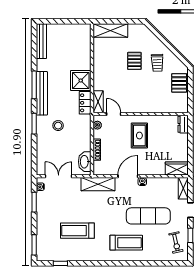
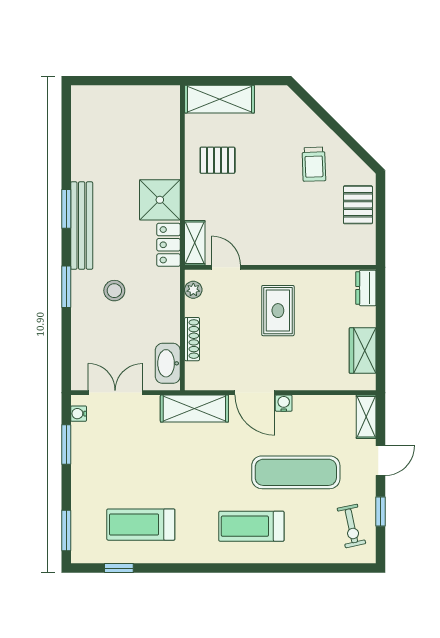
bench: (41, 41) -> (81, 121), removed
pallet: (134, 61) -> (218, 160), moved, turned 90
window: (34, 85) -> (66, 209), width x0.69
wardrobe: (177, 169) -> (363, 351), moved, turned -90
door: (128, 176) -> (255, 393), swing flipped
treadmill: (77, 231) -> (141, 525), moved
treadmill: (126, 243) -> (251, 526), turned 180

